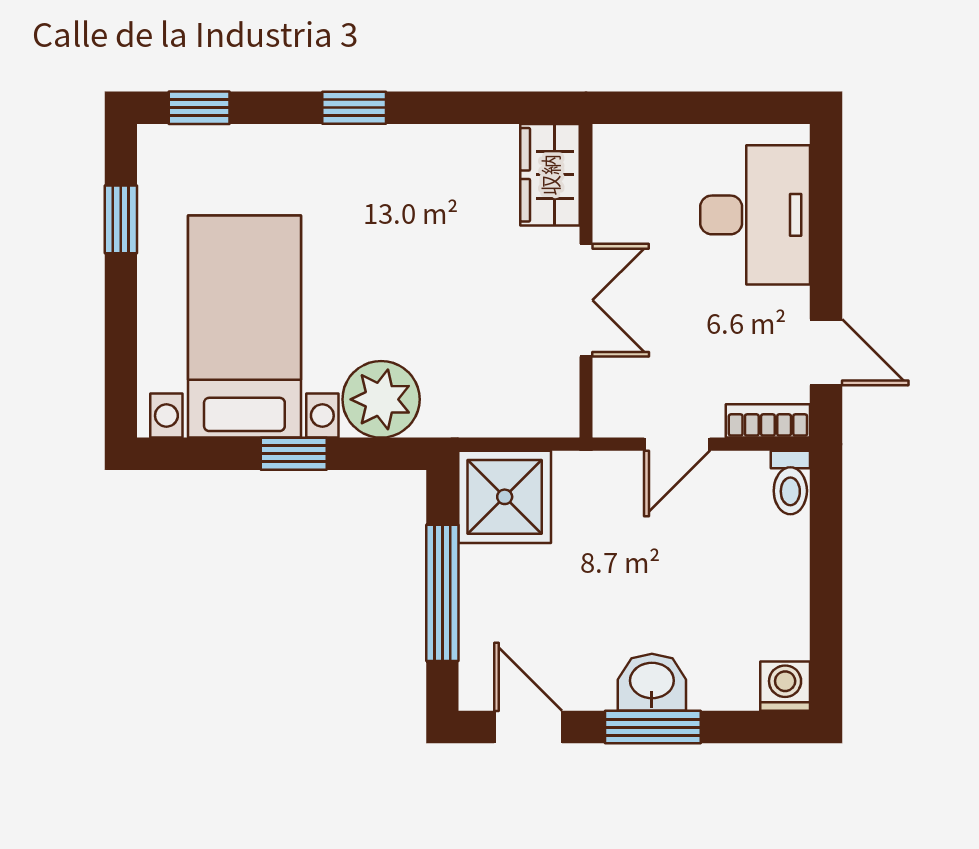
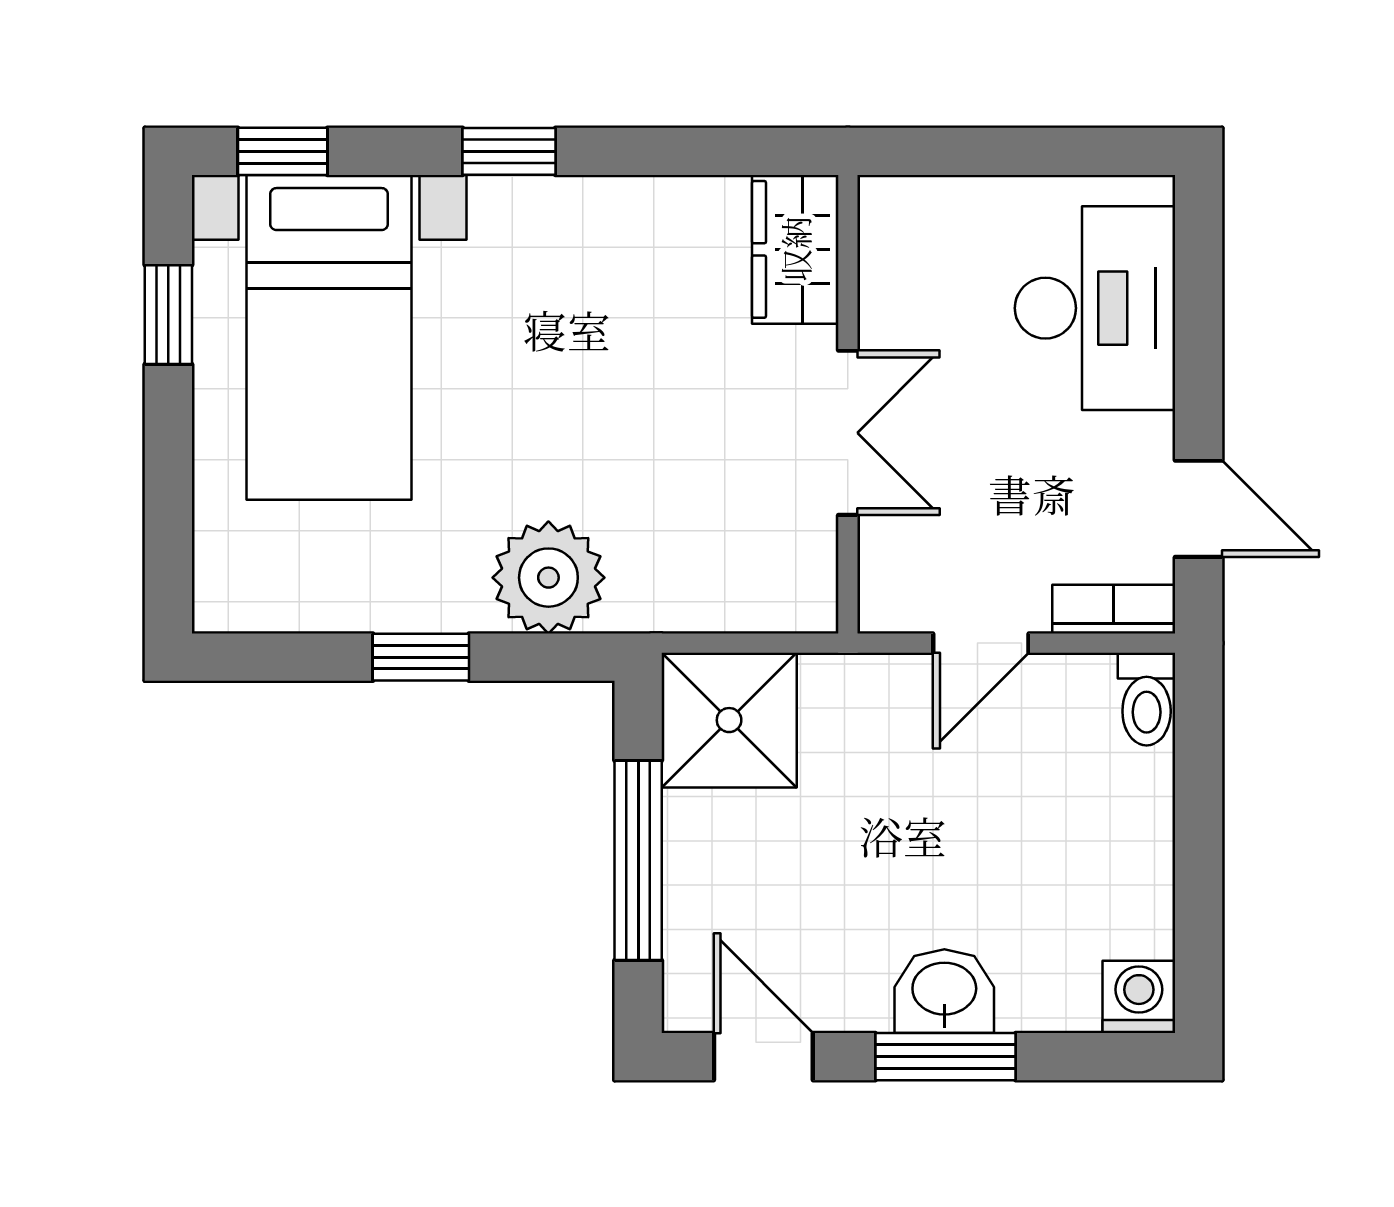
bed with nightstands: (244, 327) -> (329, 337), moved, turned 180

